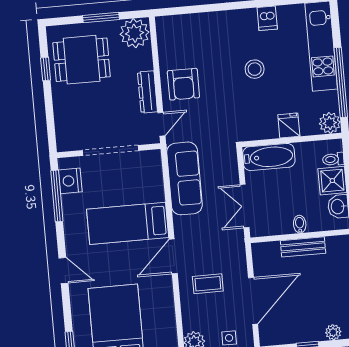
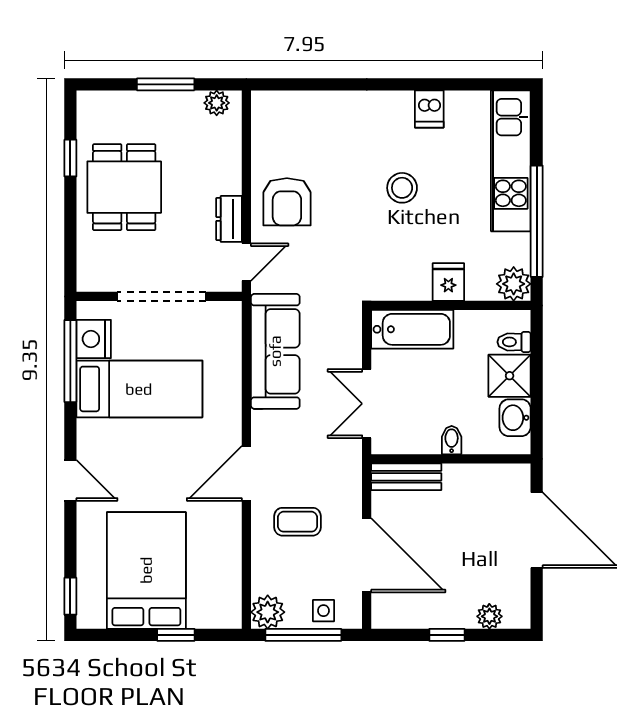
plant: (135, 33) -> (217, 103), width x0.53, depth x0.53
dining table: (82, 60) -> (124, 187), moved, turned 90
dresser: (148, 92) -> (229, 219), width x0.70
bed: (128, 223) -> (139, 389), moved, turned 180
bench: (303, 247) -> (406, 477), moved
door: (253, 301) -> (367, 555), hinge flipped

